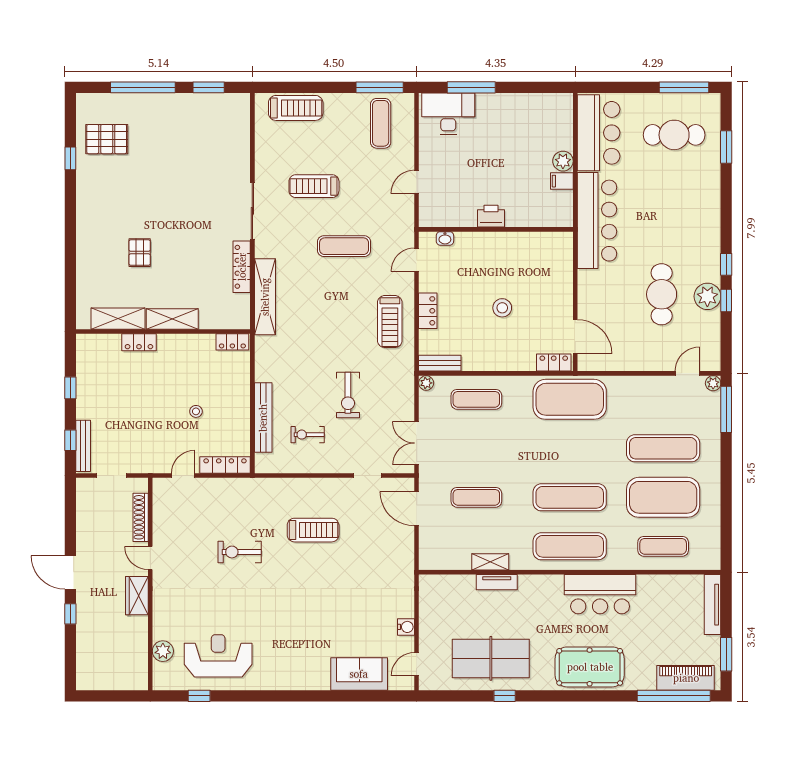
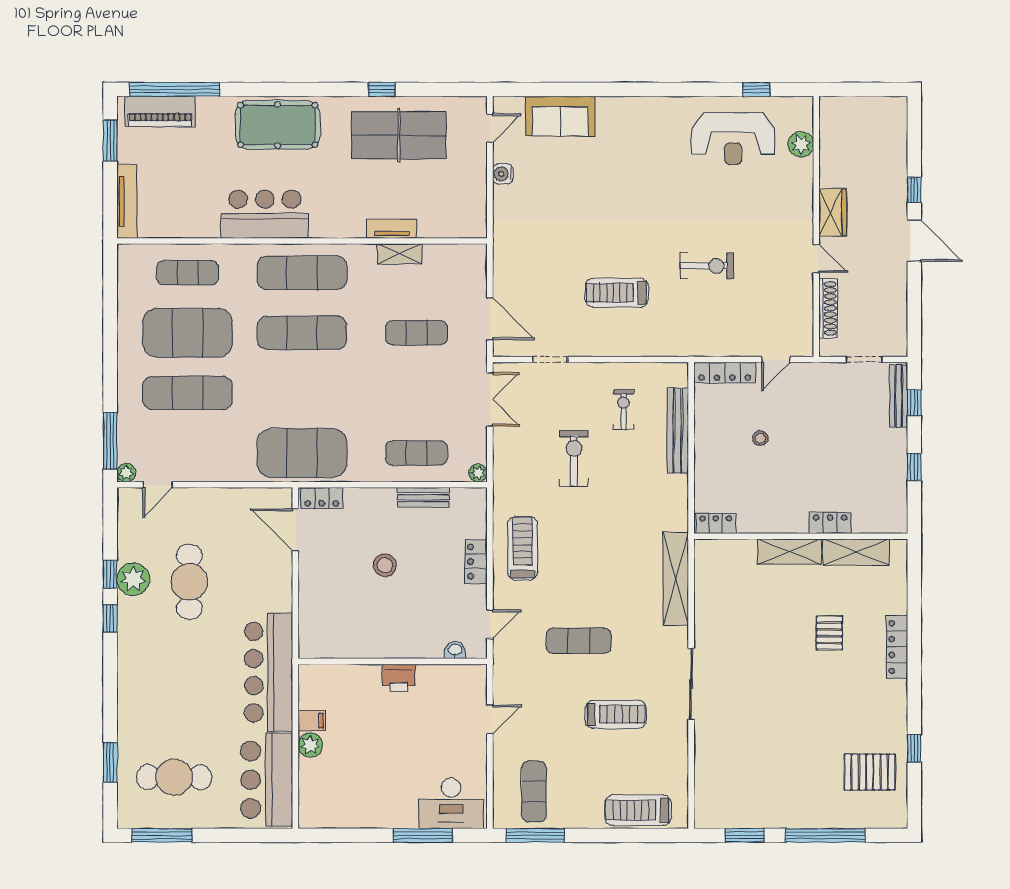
locker: (242, 267) -> (897, 647), moved, turned 180
bench: (440, 363) -> (423, 497), moved
exercise bike: (308, 435) -> (623, 410), turned -90

